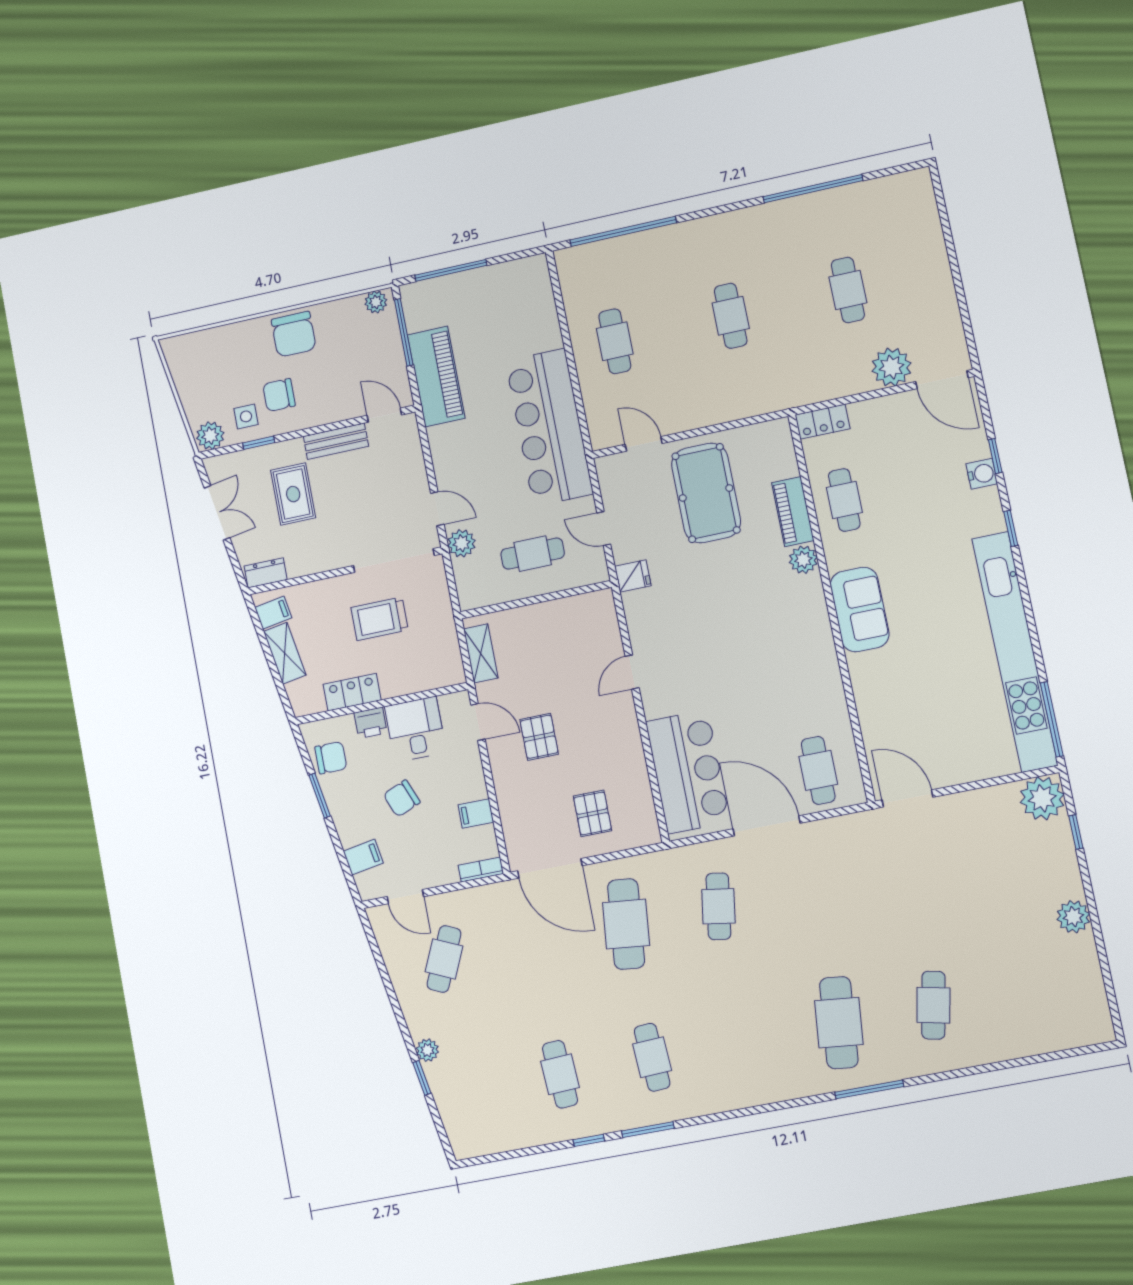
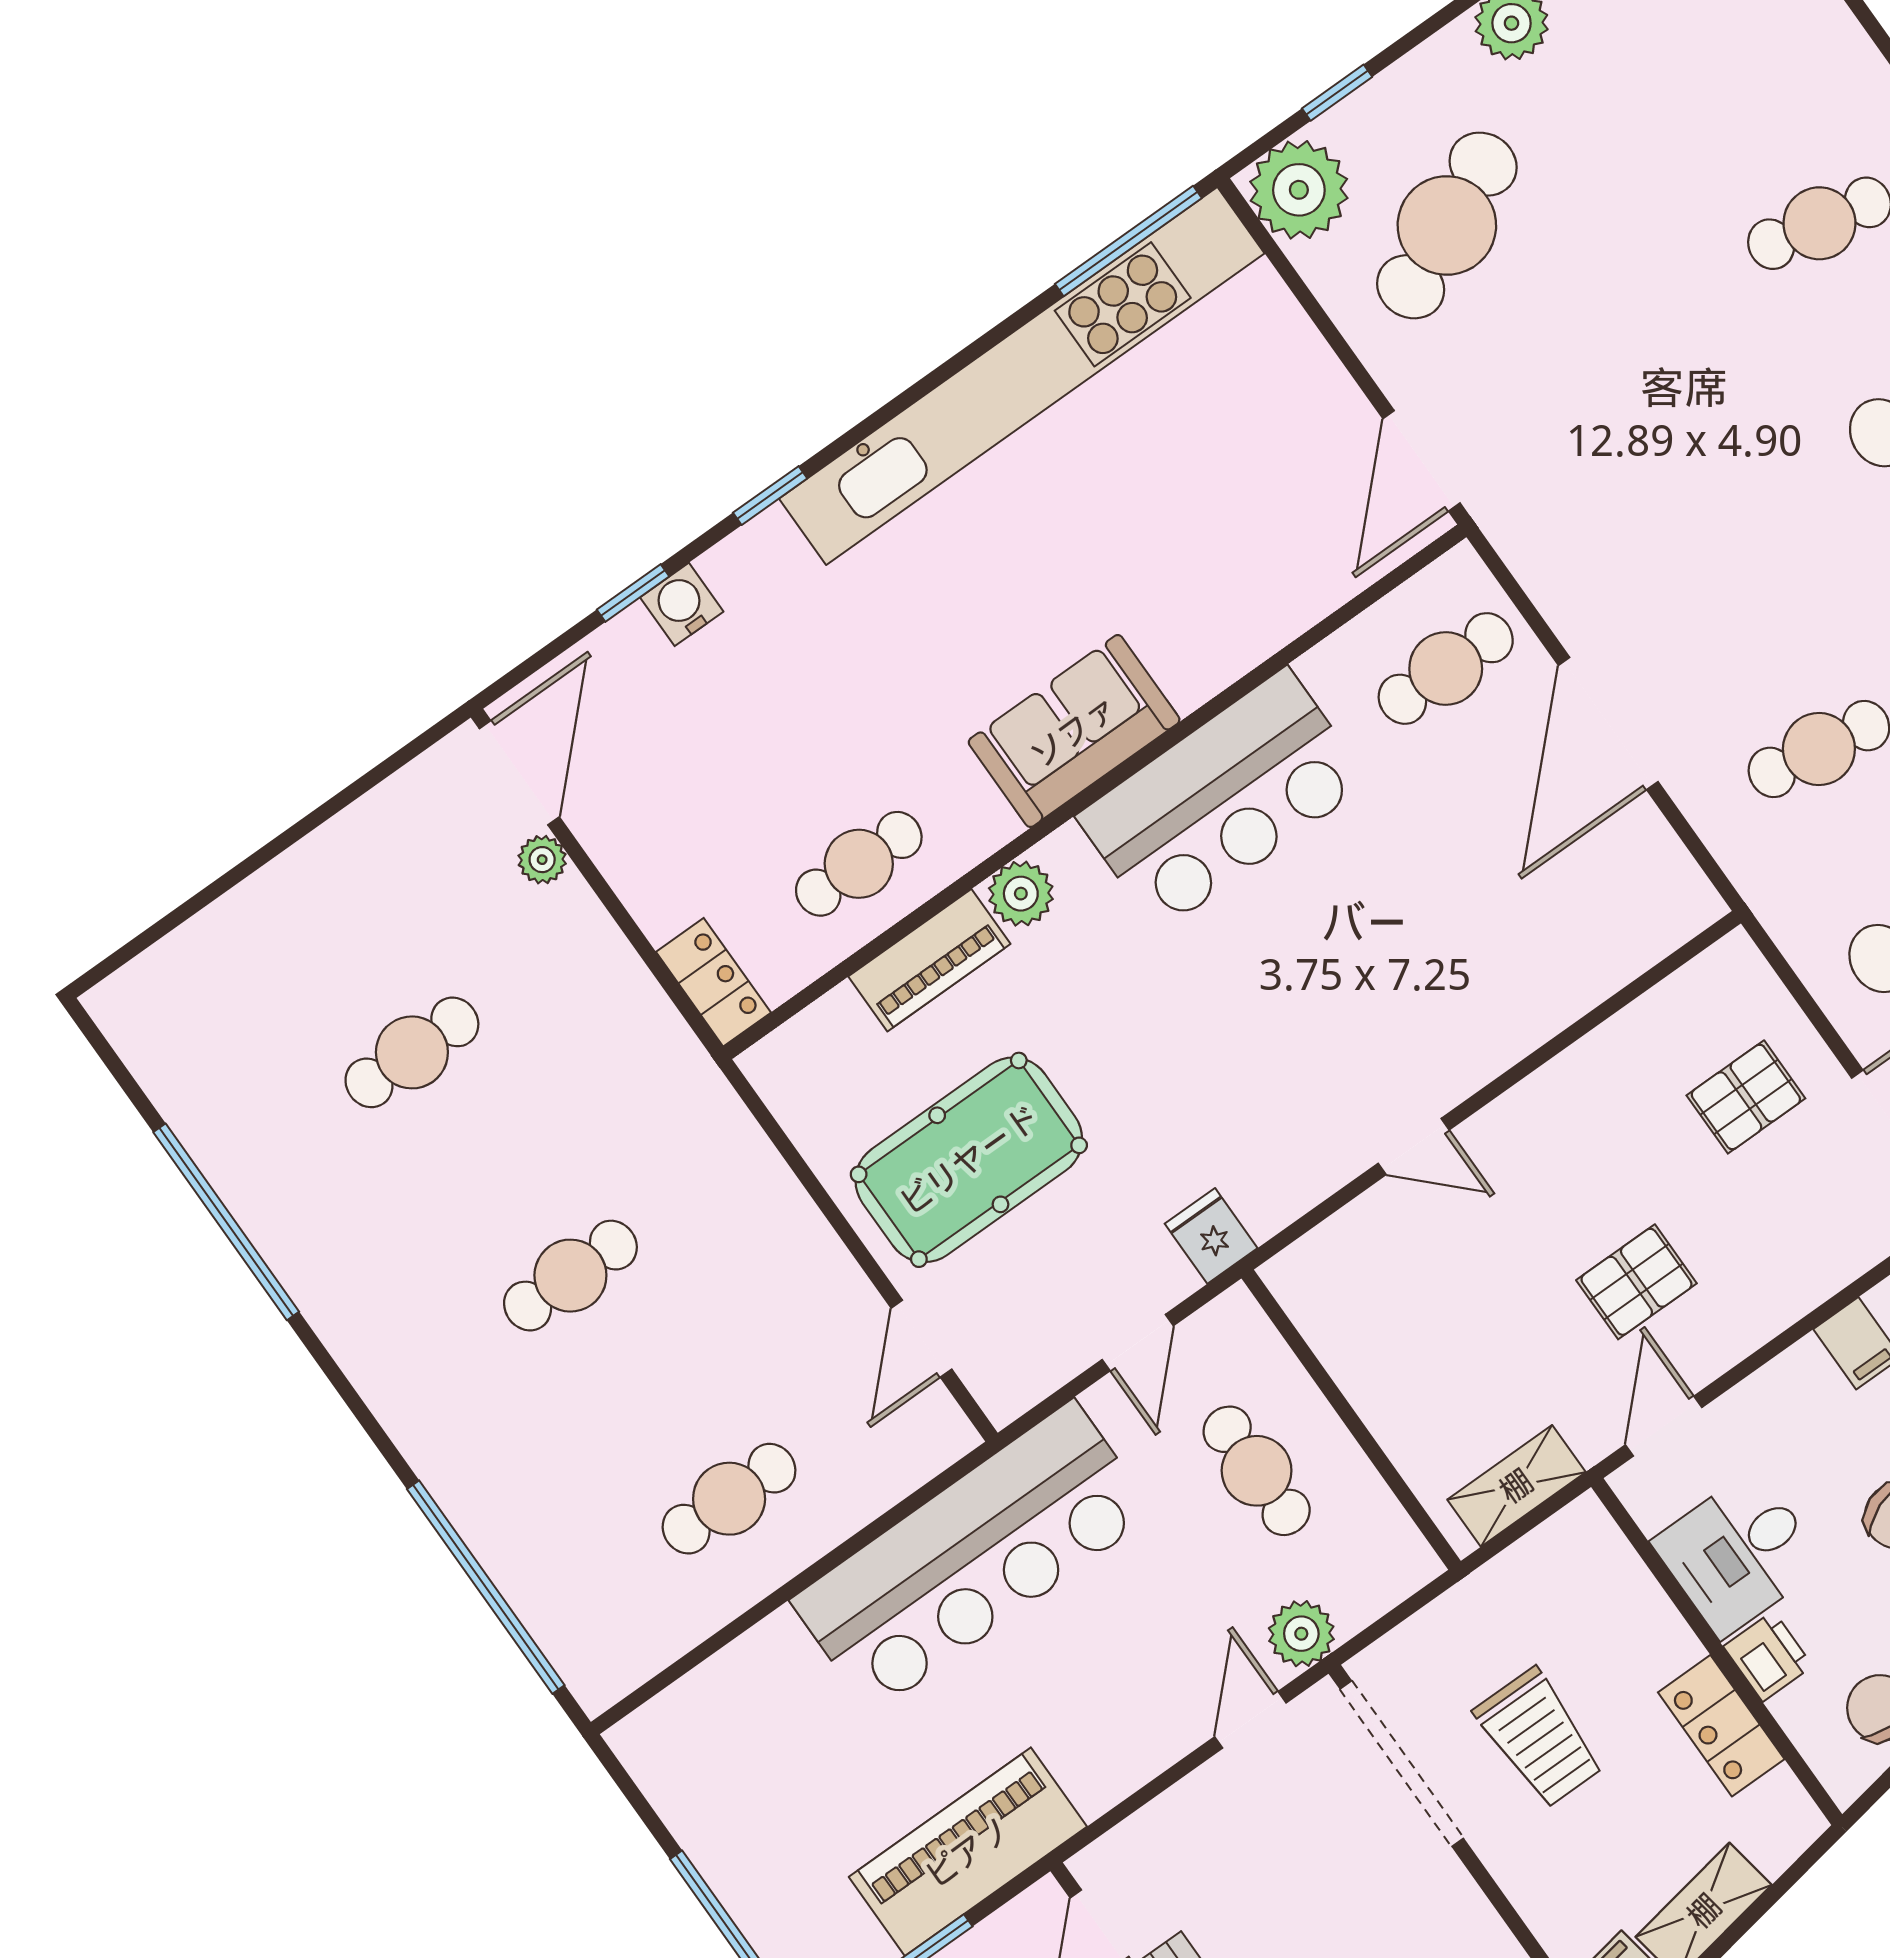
plant: (891, 367) -> (542, 860), width x0.53, depth x0.53
bar counter: (688, 772) -> (1223, 799), moved, turned 180
cafe table: (1000, 852) -> (1447, 225), added

